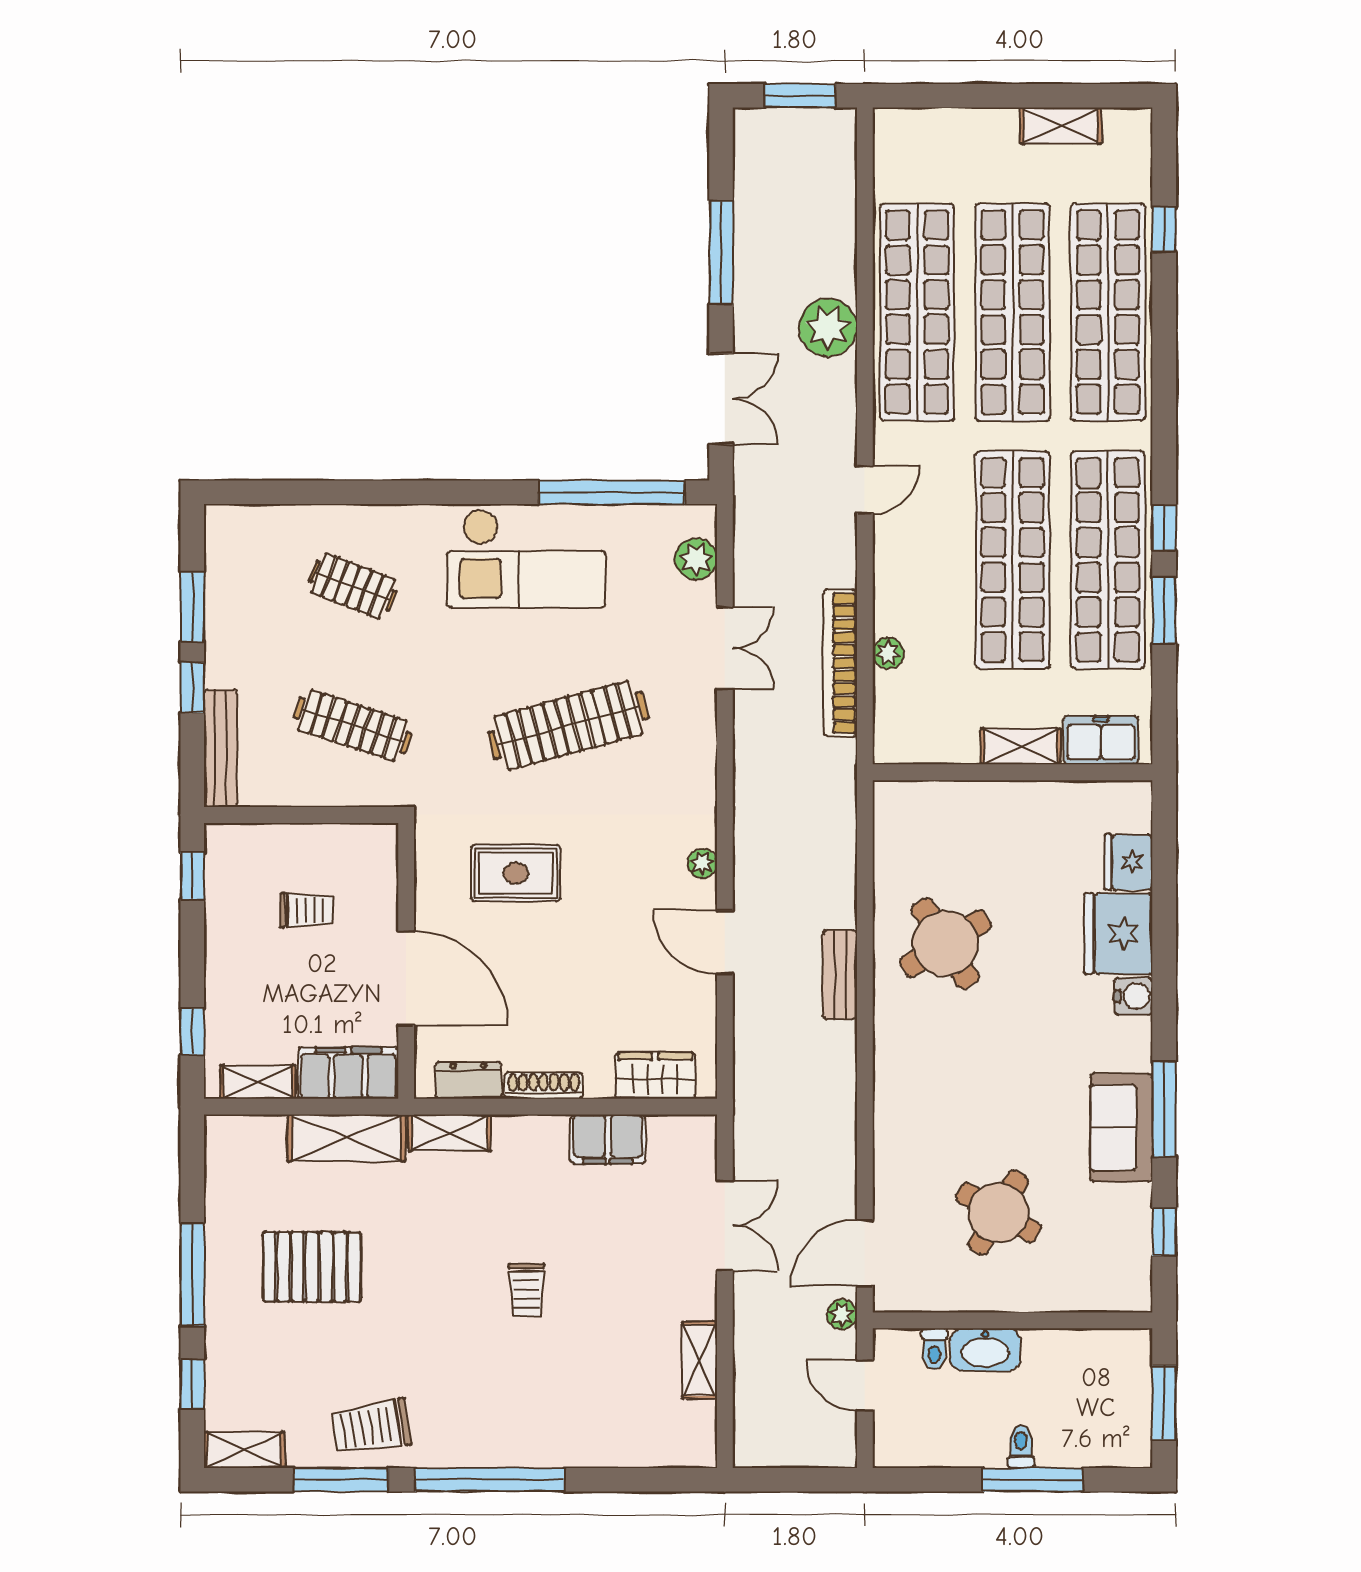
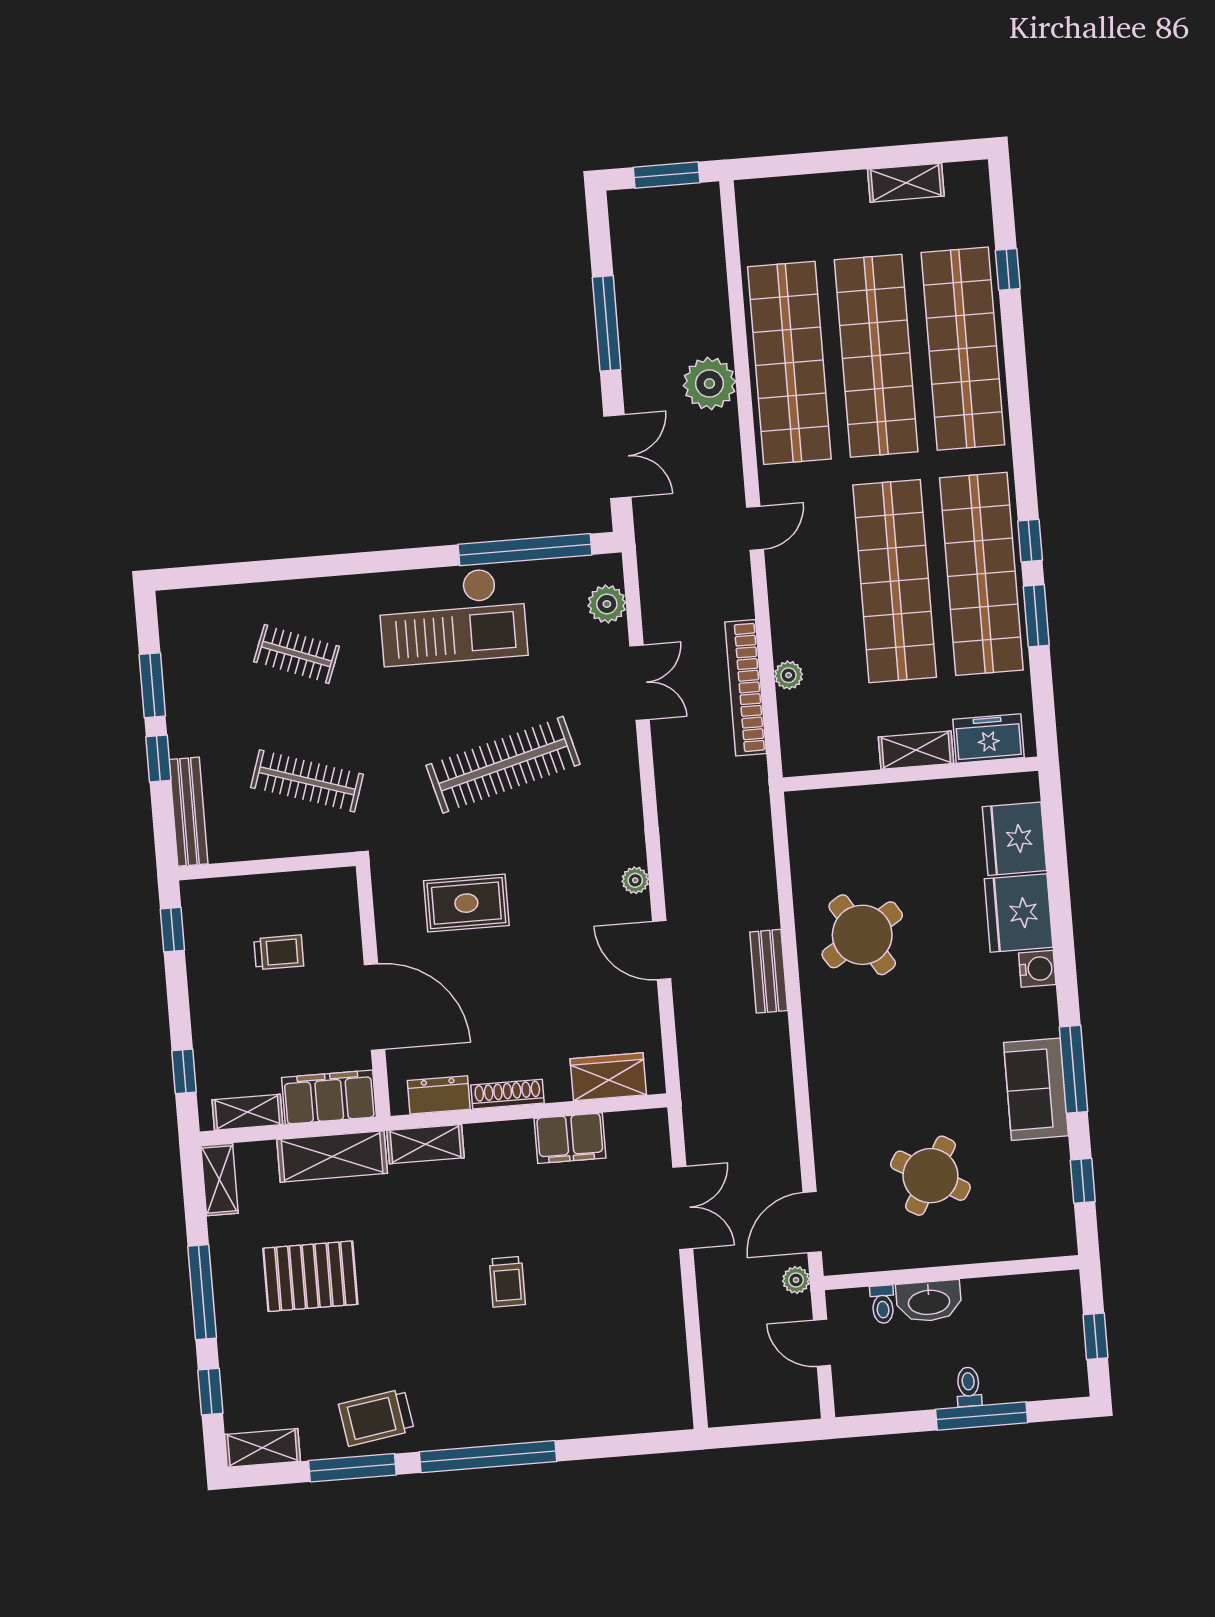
fridge: (1128, 862) -> (1014, 839), width x1.36, depth x1.34
shelving: (700, 1360) -> (219, 1179), moved
window: (1164, 1403) -> (1095, 1336), width x0.67

